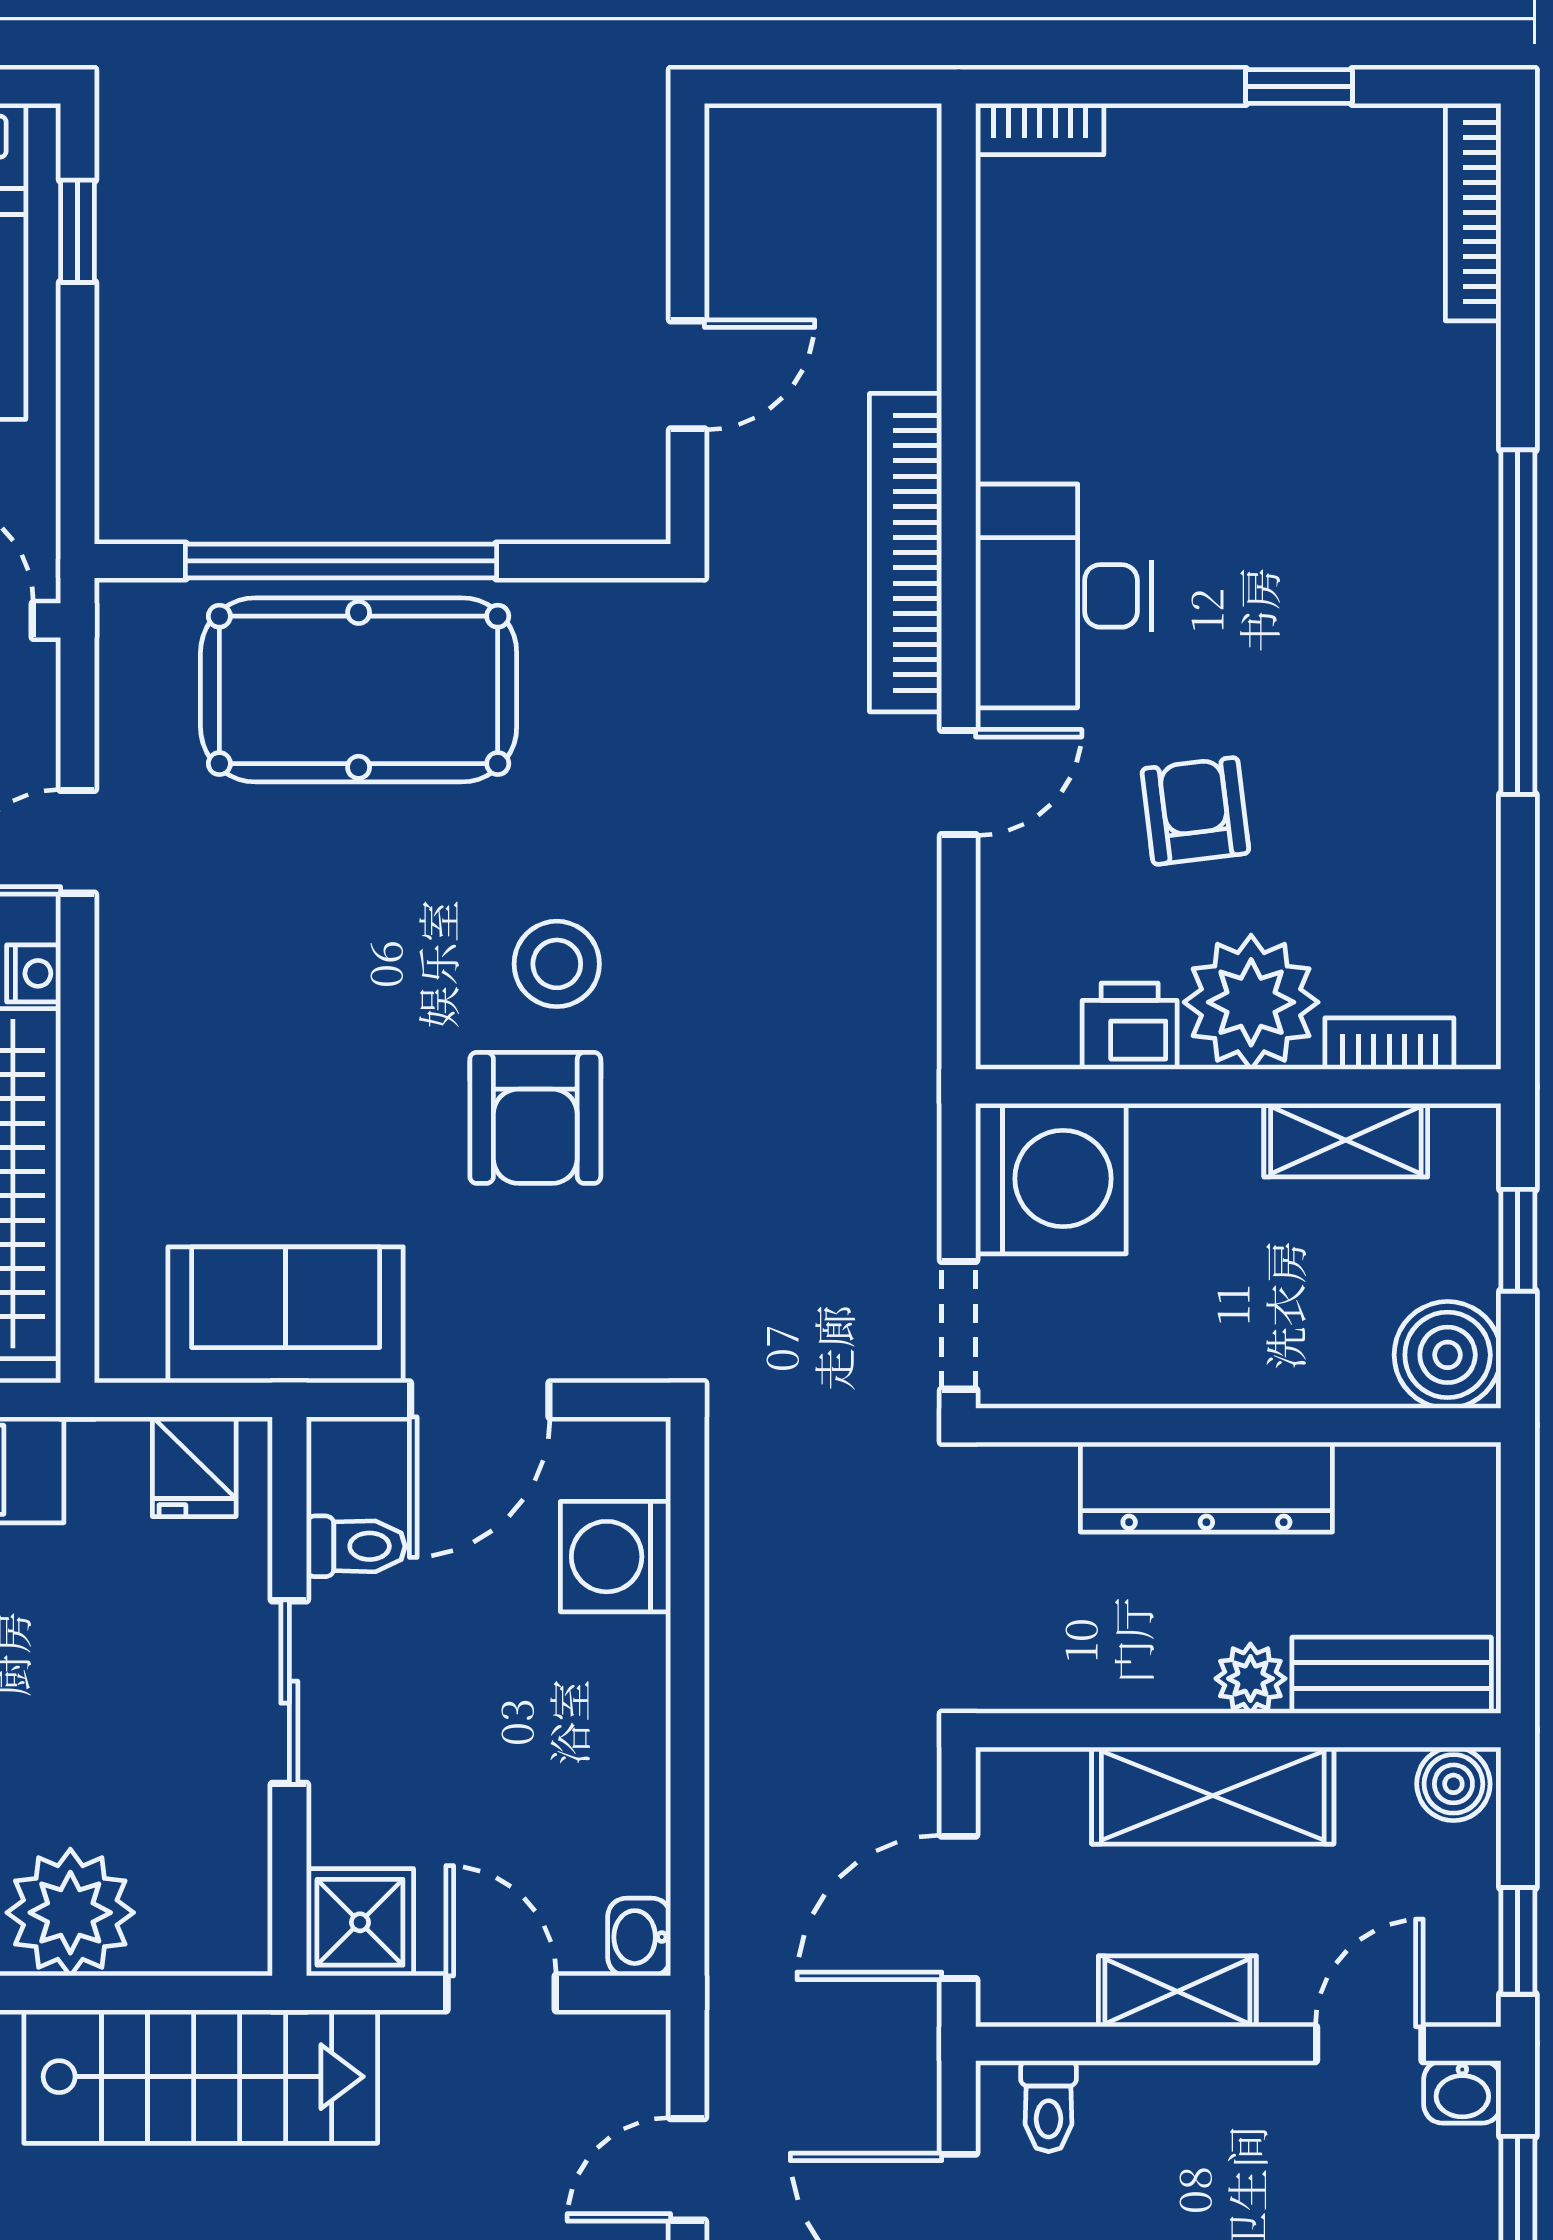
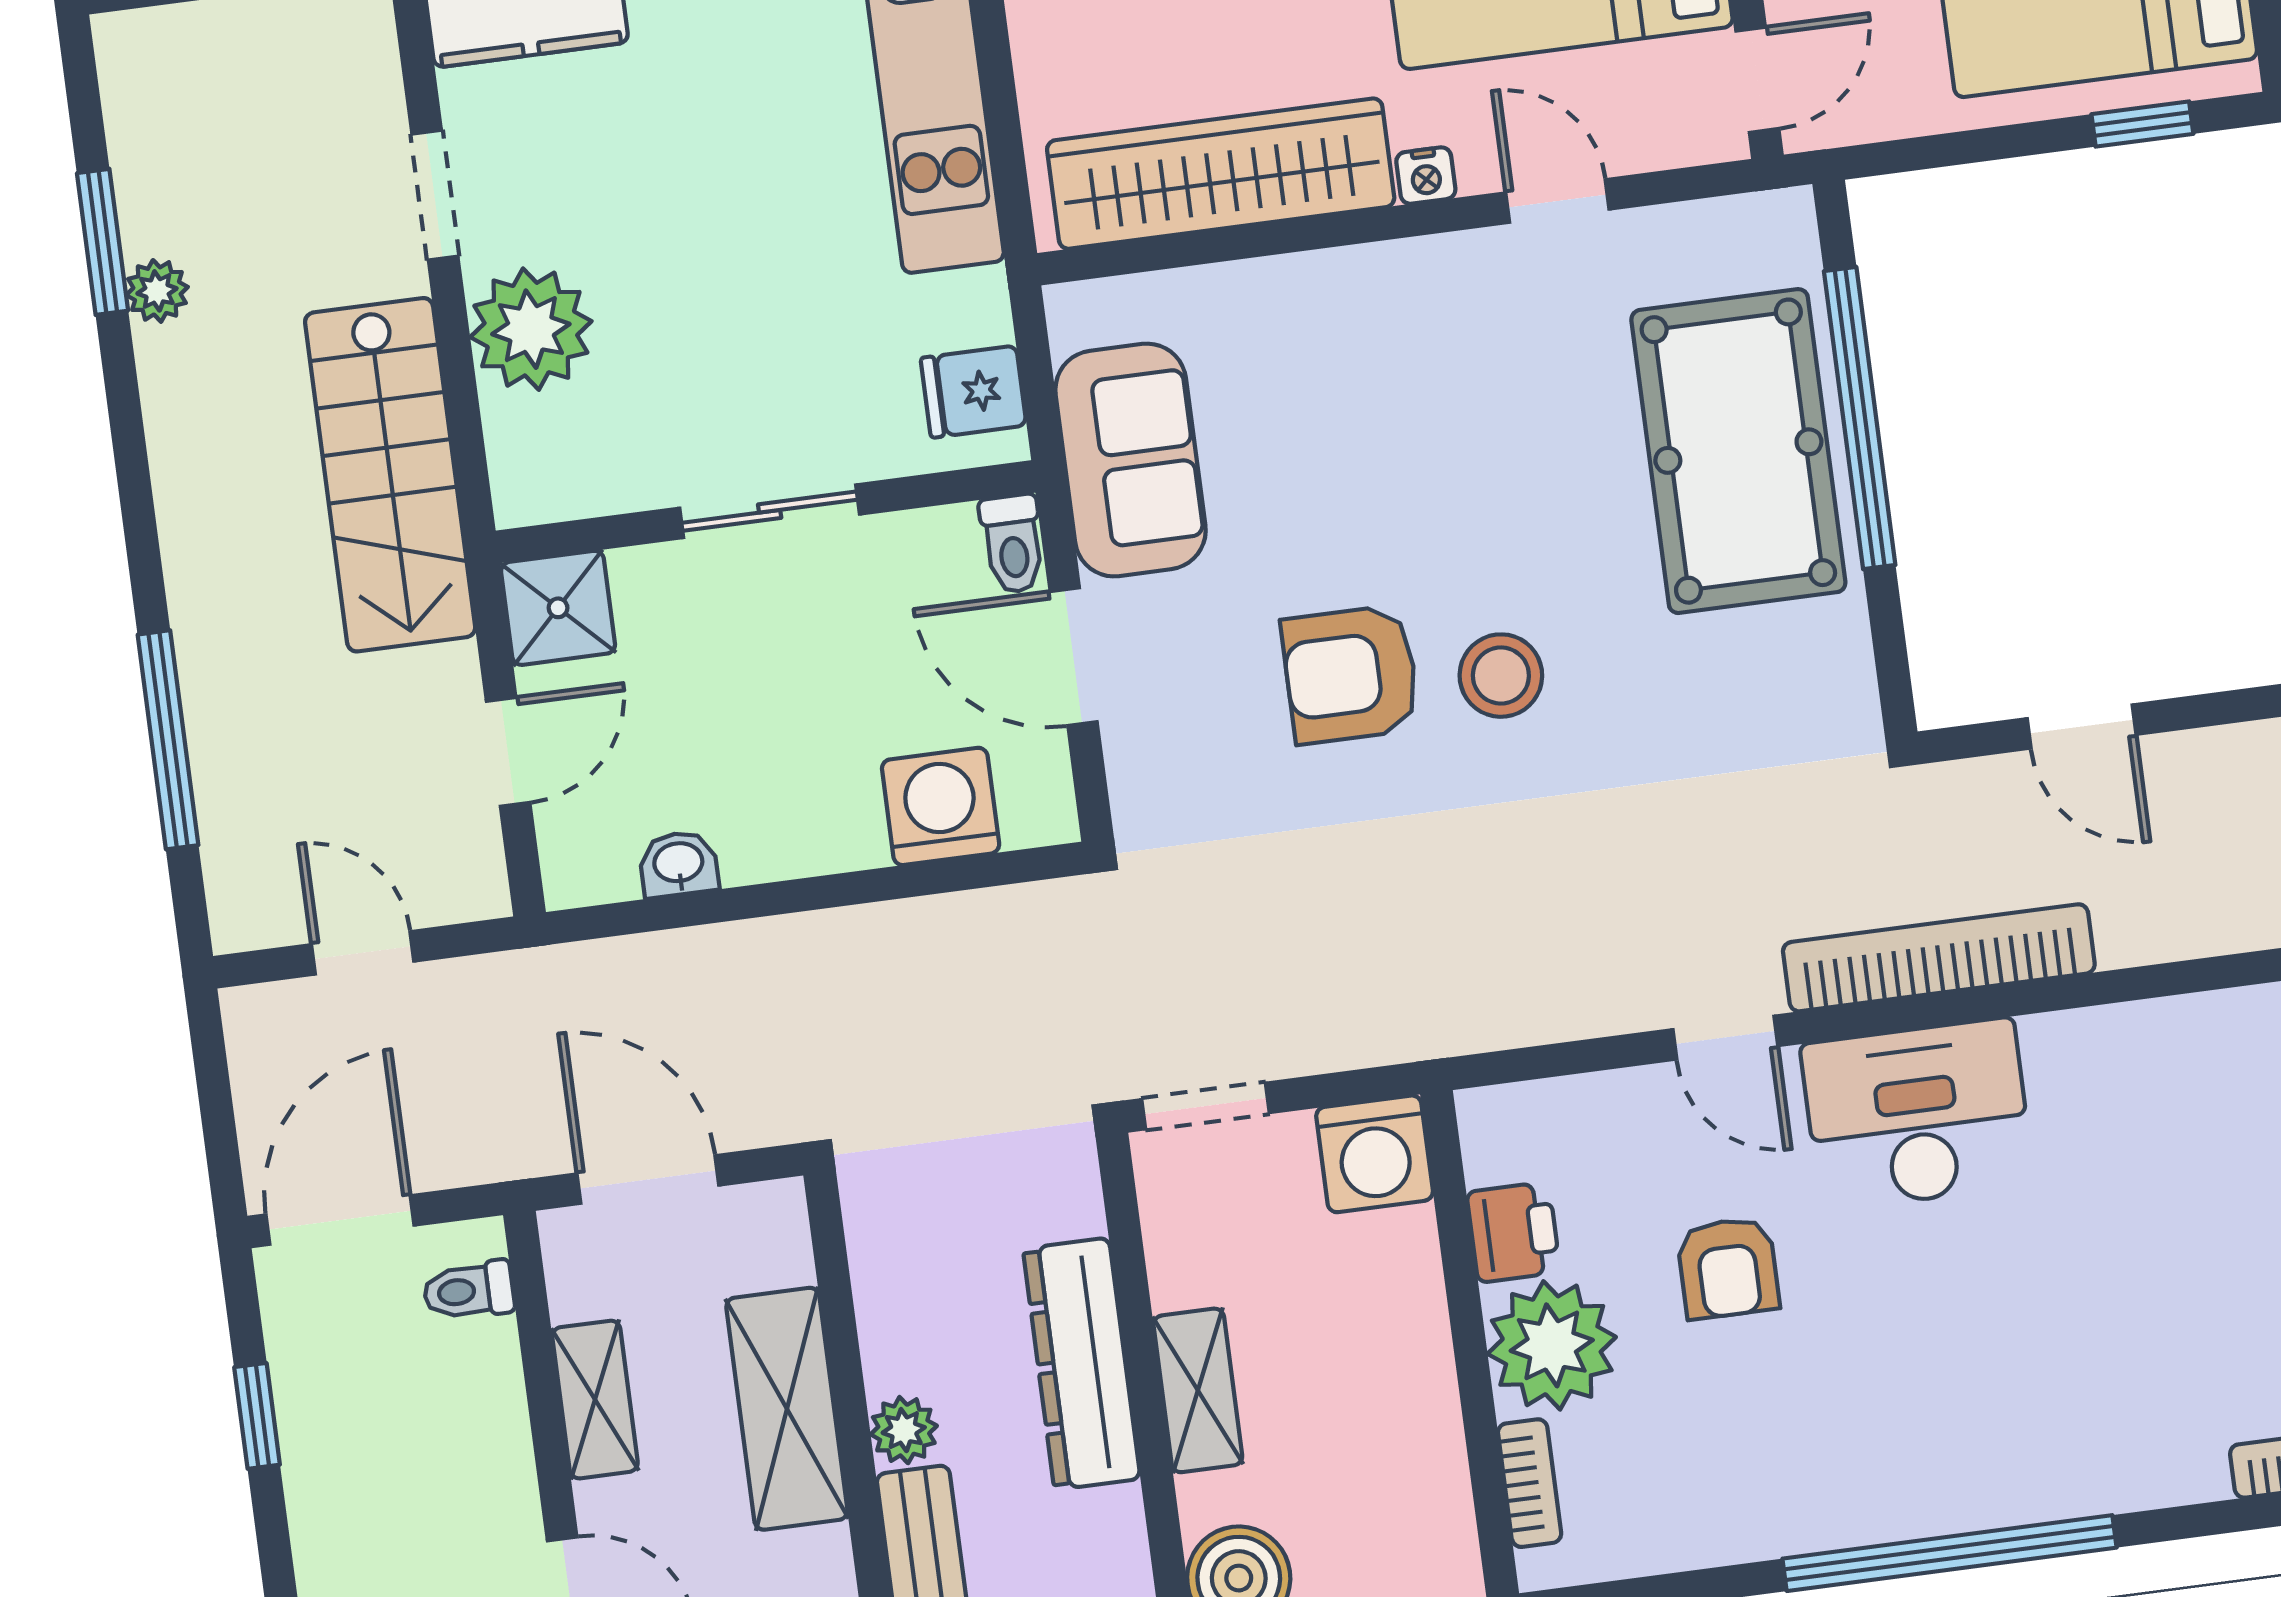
armchair: (1195, 811) -> (1728, 1268), turned 97
shelving: (1346, 1140) -> (1198, 1390), moved
washing machine: (1051, 1179) -> (1375, 1154), width x0.73, depth x0.73
toilet: (356, 1546) -> (1013, 544), moved
washbasin: (639, 1937) -> (679, 864), moved

